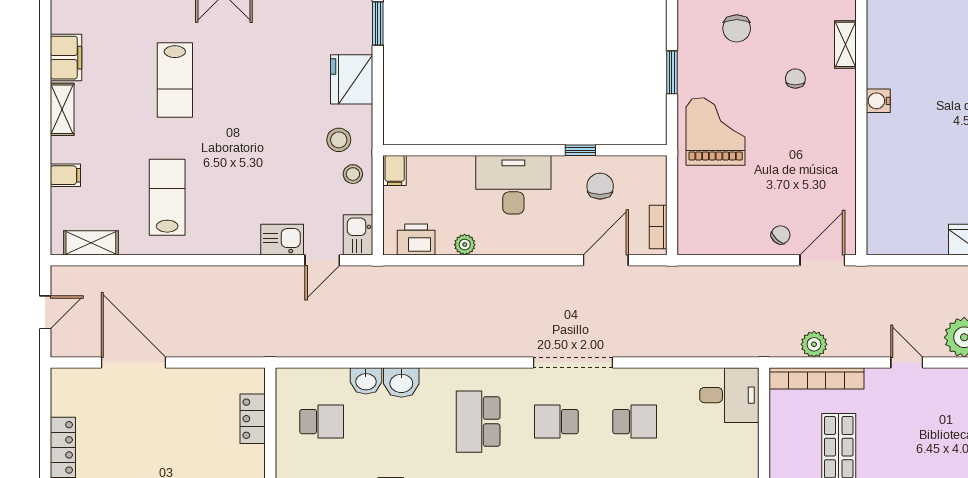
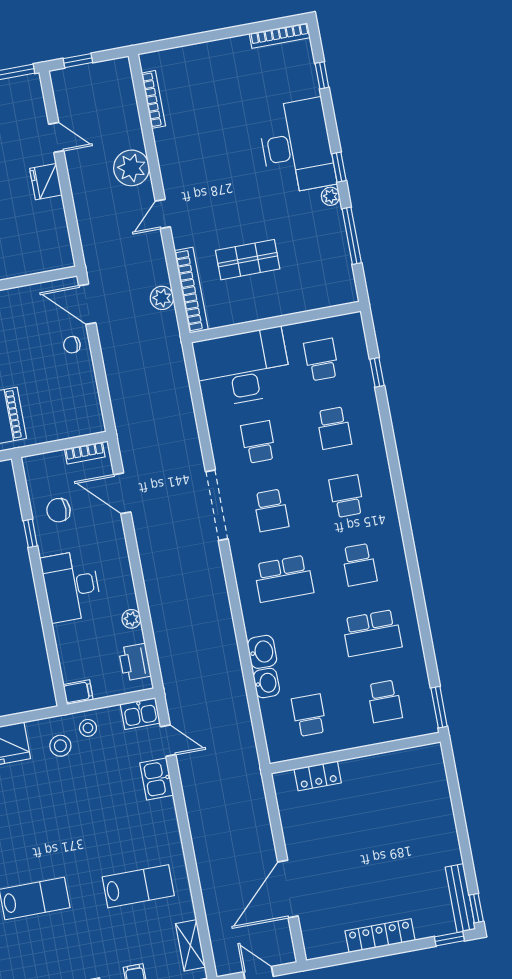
lab bench: (167, 197) -> (138, 886), turned 180
chair: (781, 235) -> (72, 345), turned -43
desk: (729, 395) -> (242, 367), width x1.87, depth x1.30

